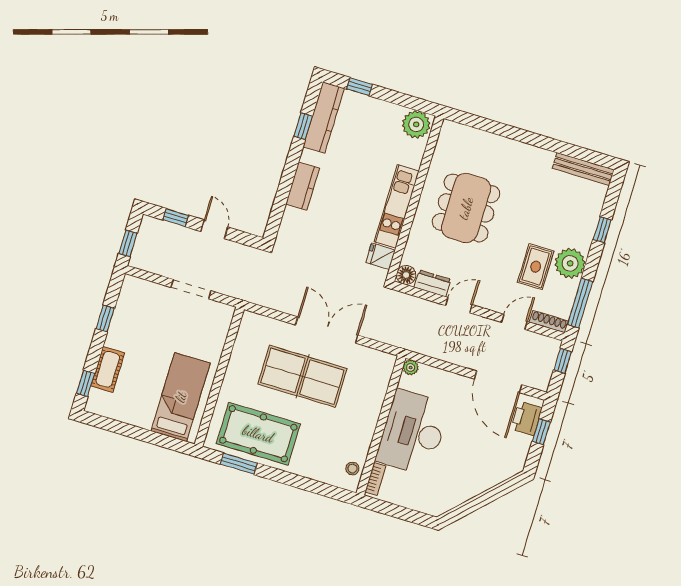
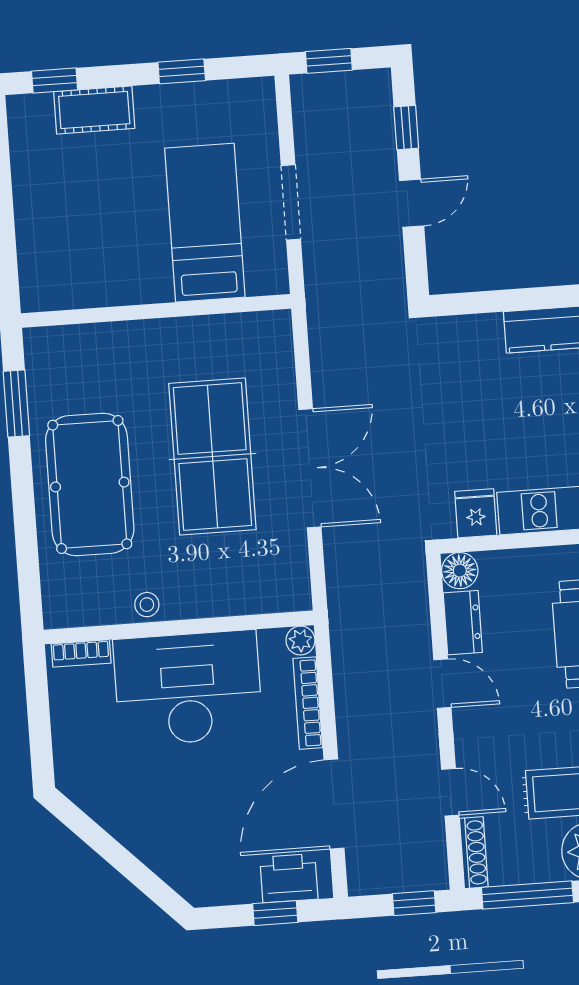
bookcase: (443, 376) -> (308, 703), added
bed: (181, 397) -> (205, 223), moved, turned -90
pool table: (258, 434) -> (90, 485), moved
stool: (352, 469) -> (147, 605), moved

